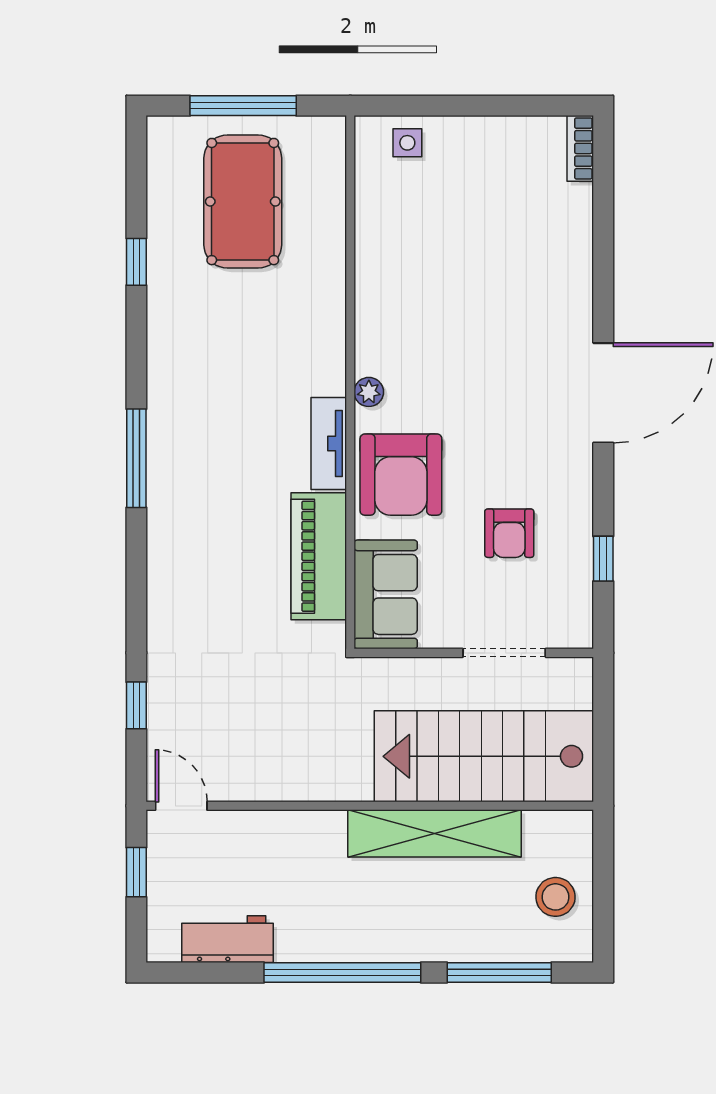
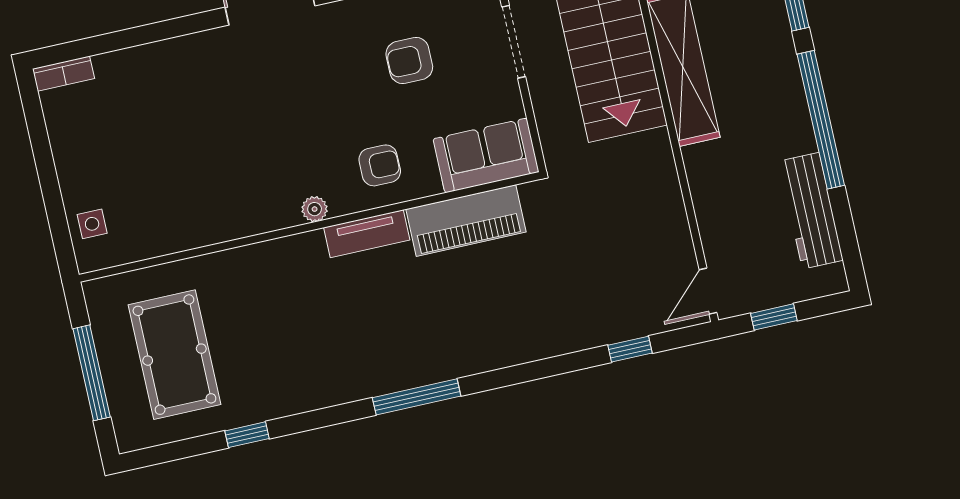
pool table: (243, 202) -> (174, 355), turned 90
armchair: (401, 475) -> (380, 165), width x0.53, depth x0.53
armchair: (509, 533) -> (409, 61), turned 180
workbench: (227, 939) -> (811, 211), width x1.38

